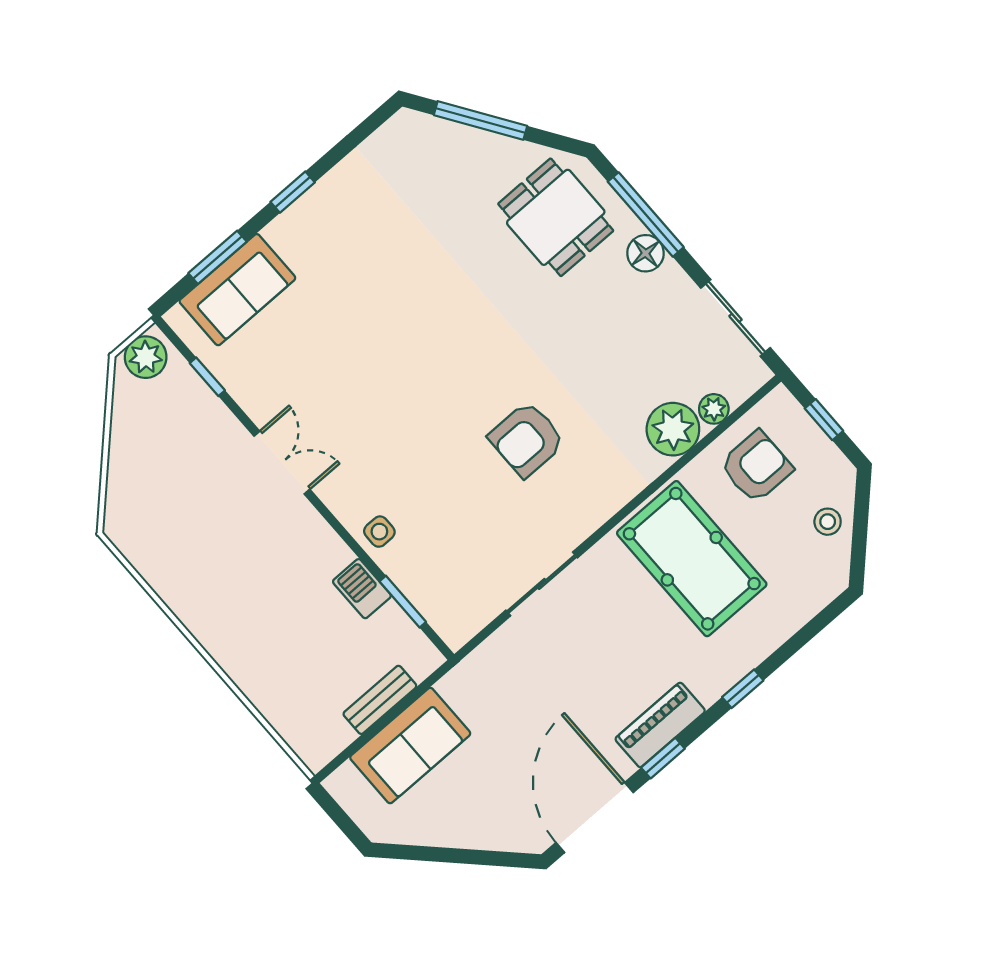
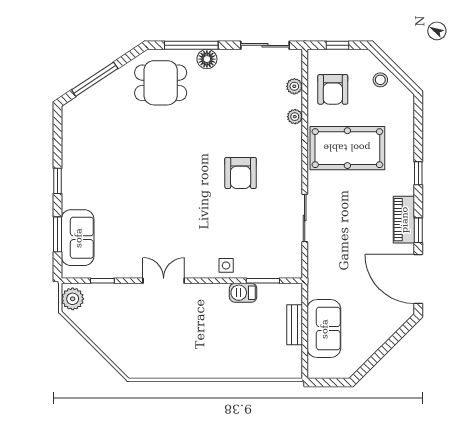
plant: (673, 429) -> (295, 117), width x0.53, depth x0.53
armchair: (756, 467) -> (333, 89), turned 180

